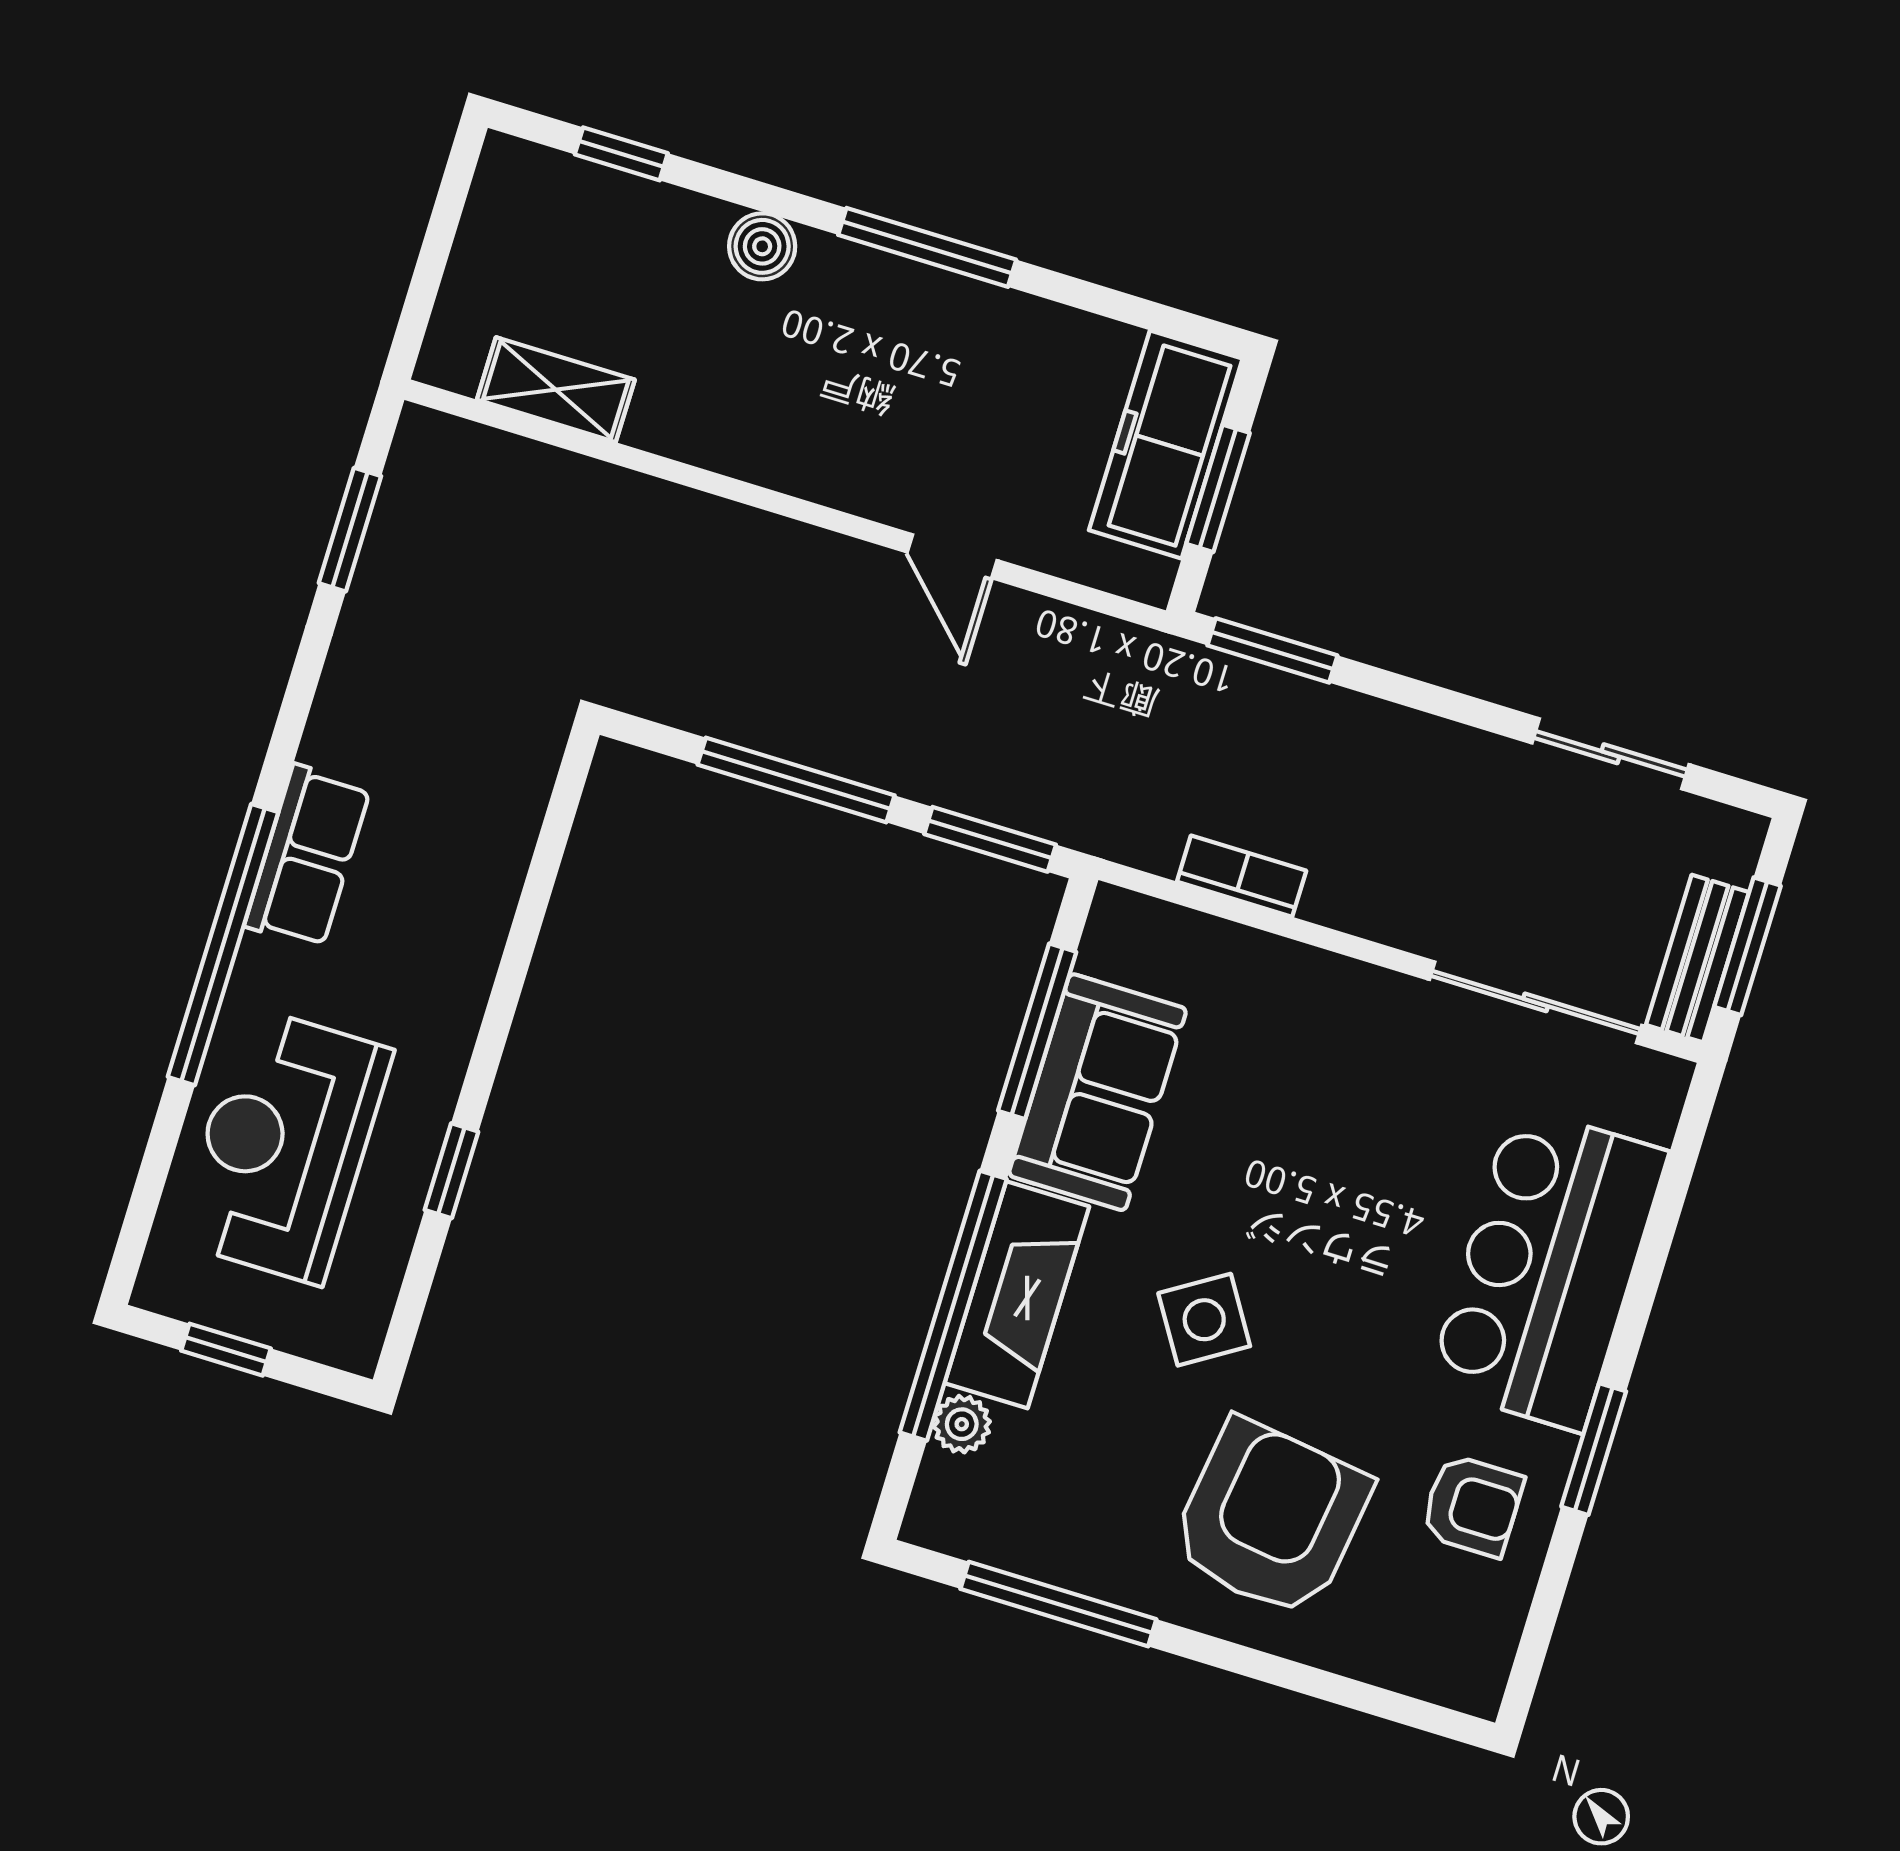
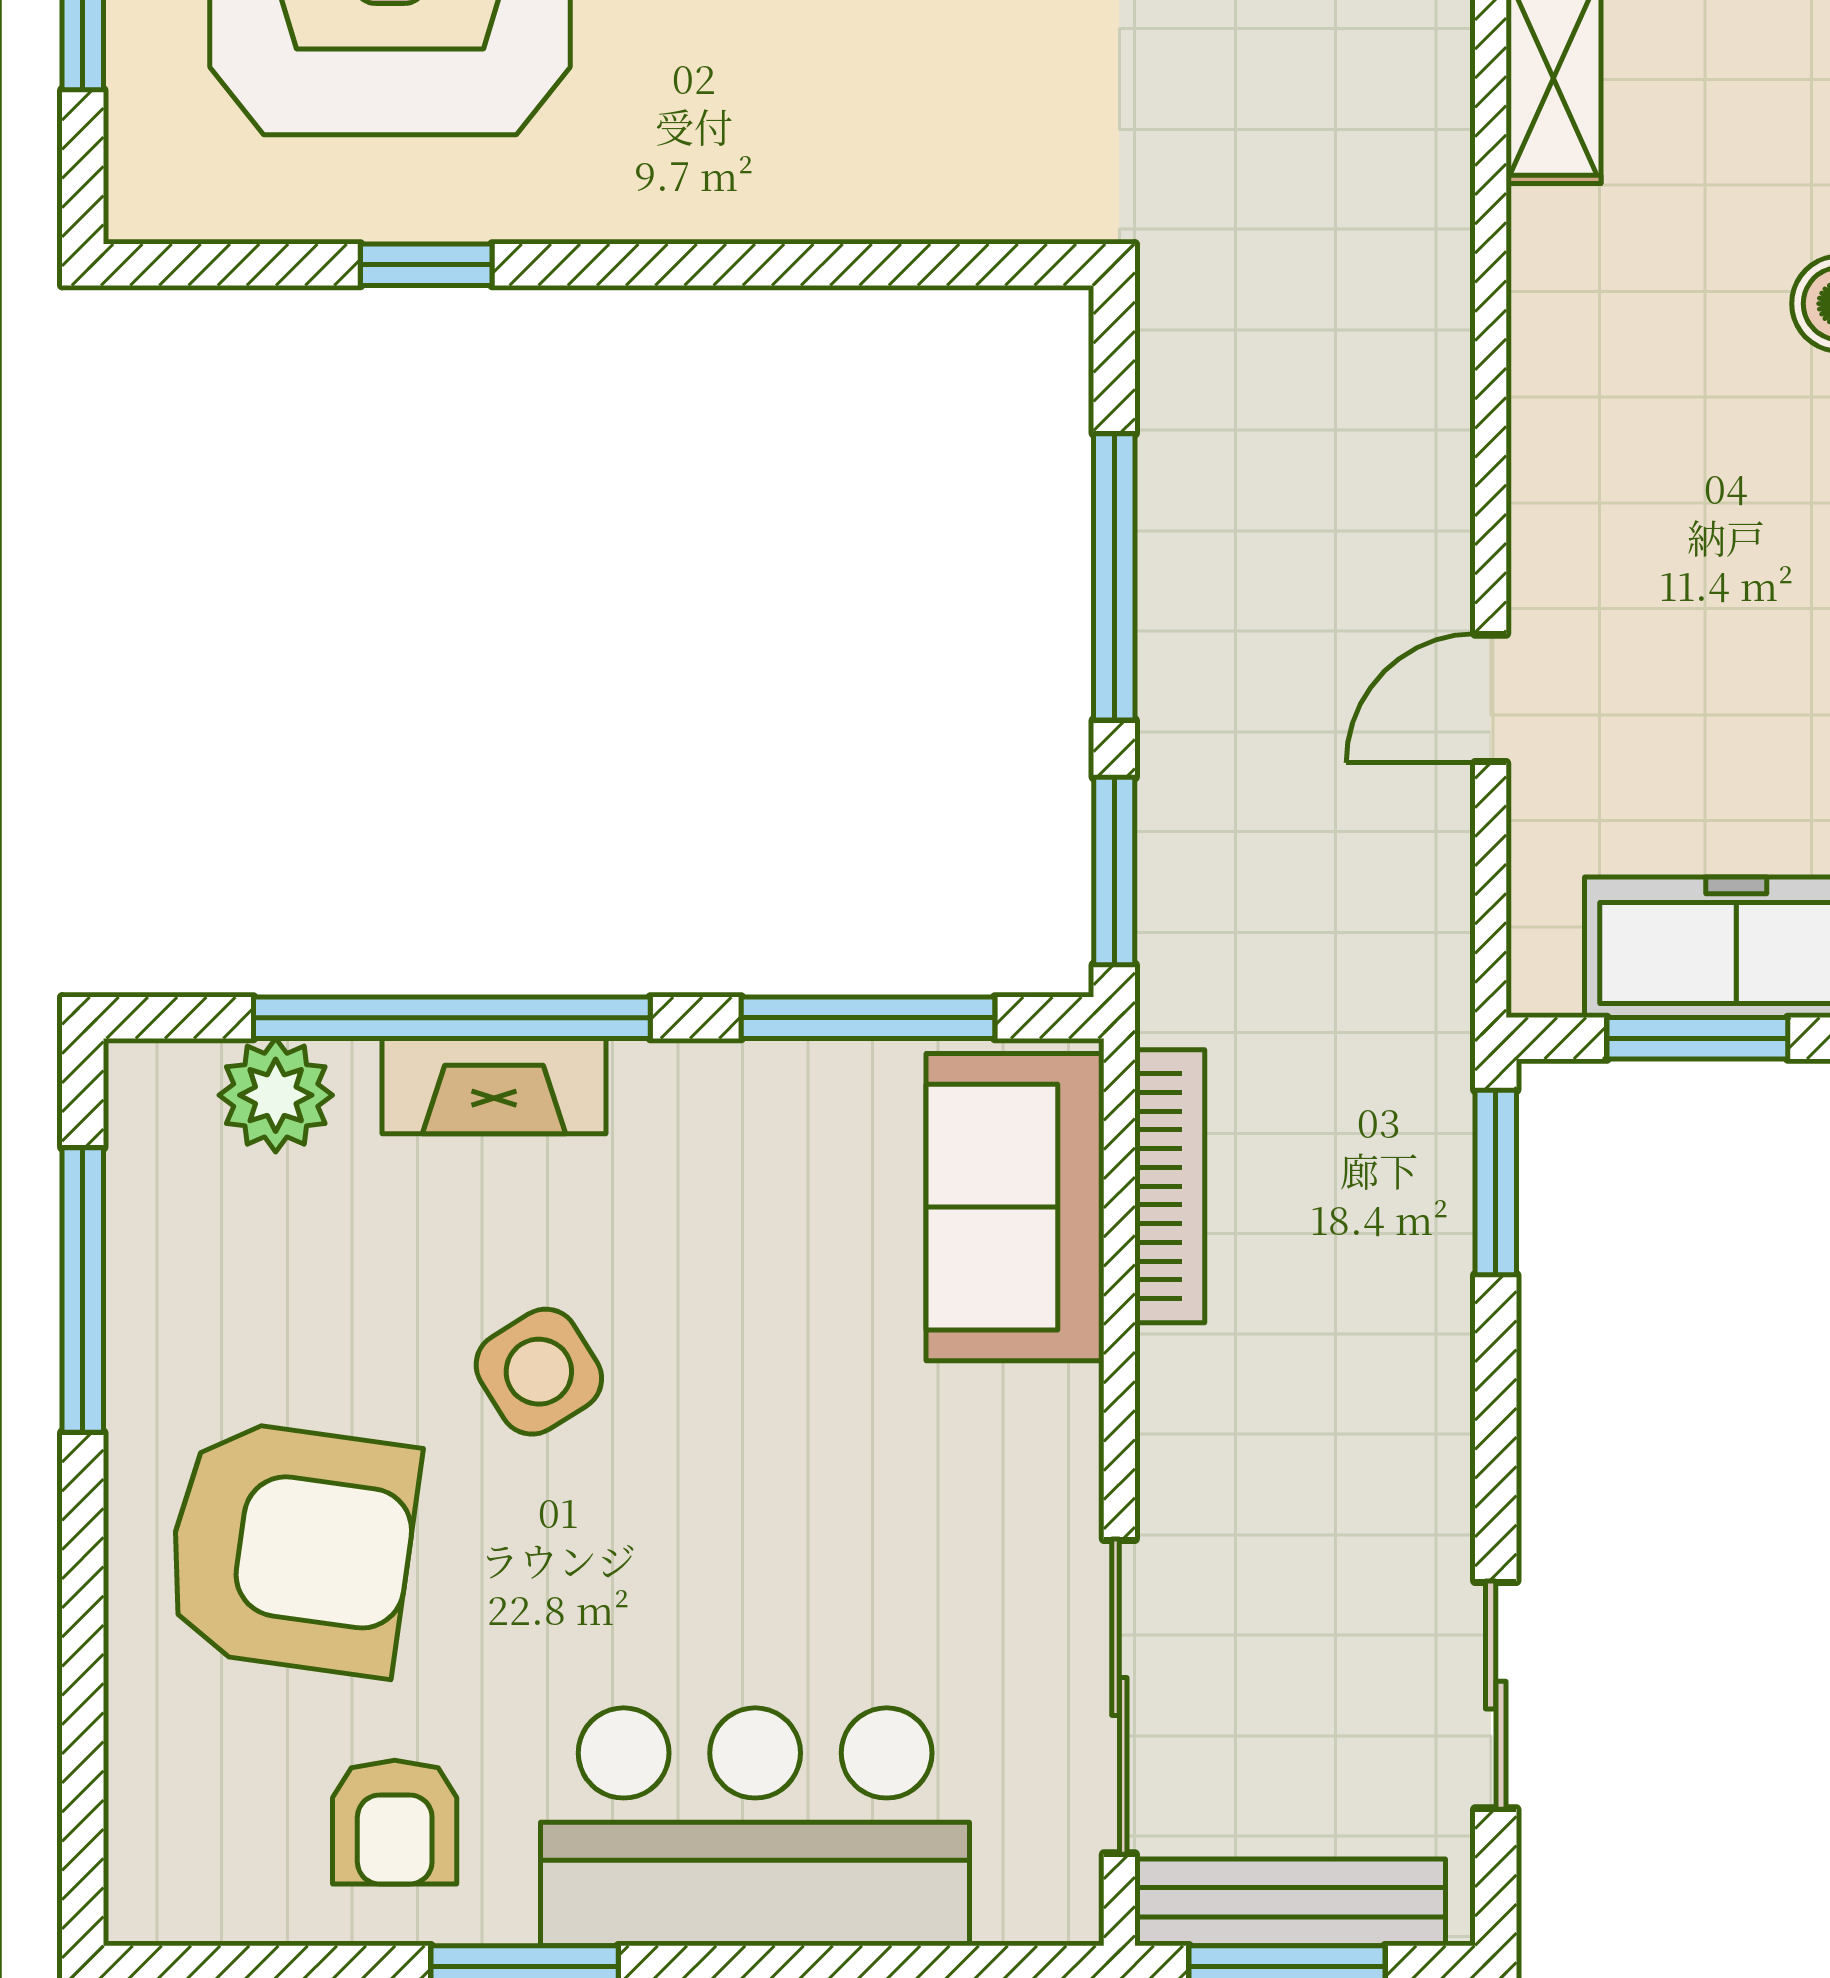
bookcase: (1242, 876) -> (1170, 1186), width x1.56
bench: (1697, 959) -> (1290, 1902), width x1.36
sofa: (1097, 1092) -> (1015, 1207), moved, turned 90
fireplace: (1017, 1295) -> (494, 1086), width x0.73, depth x0.76
plant: (962, 1424) -> (276, 1095), width x1.38, depth x1.38

